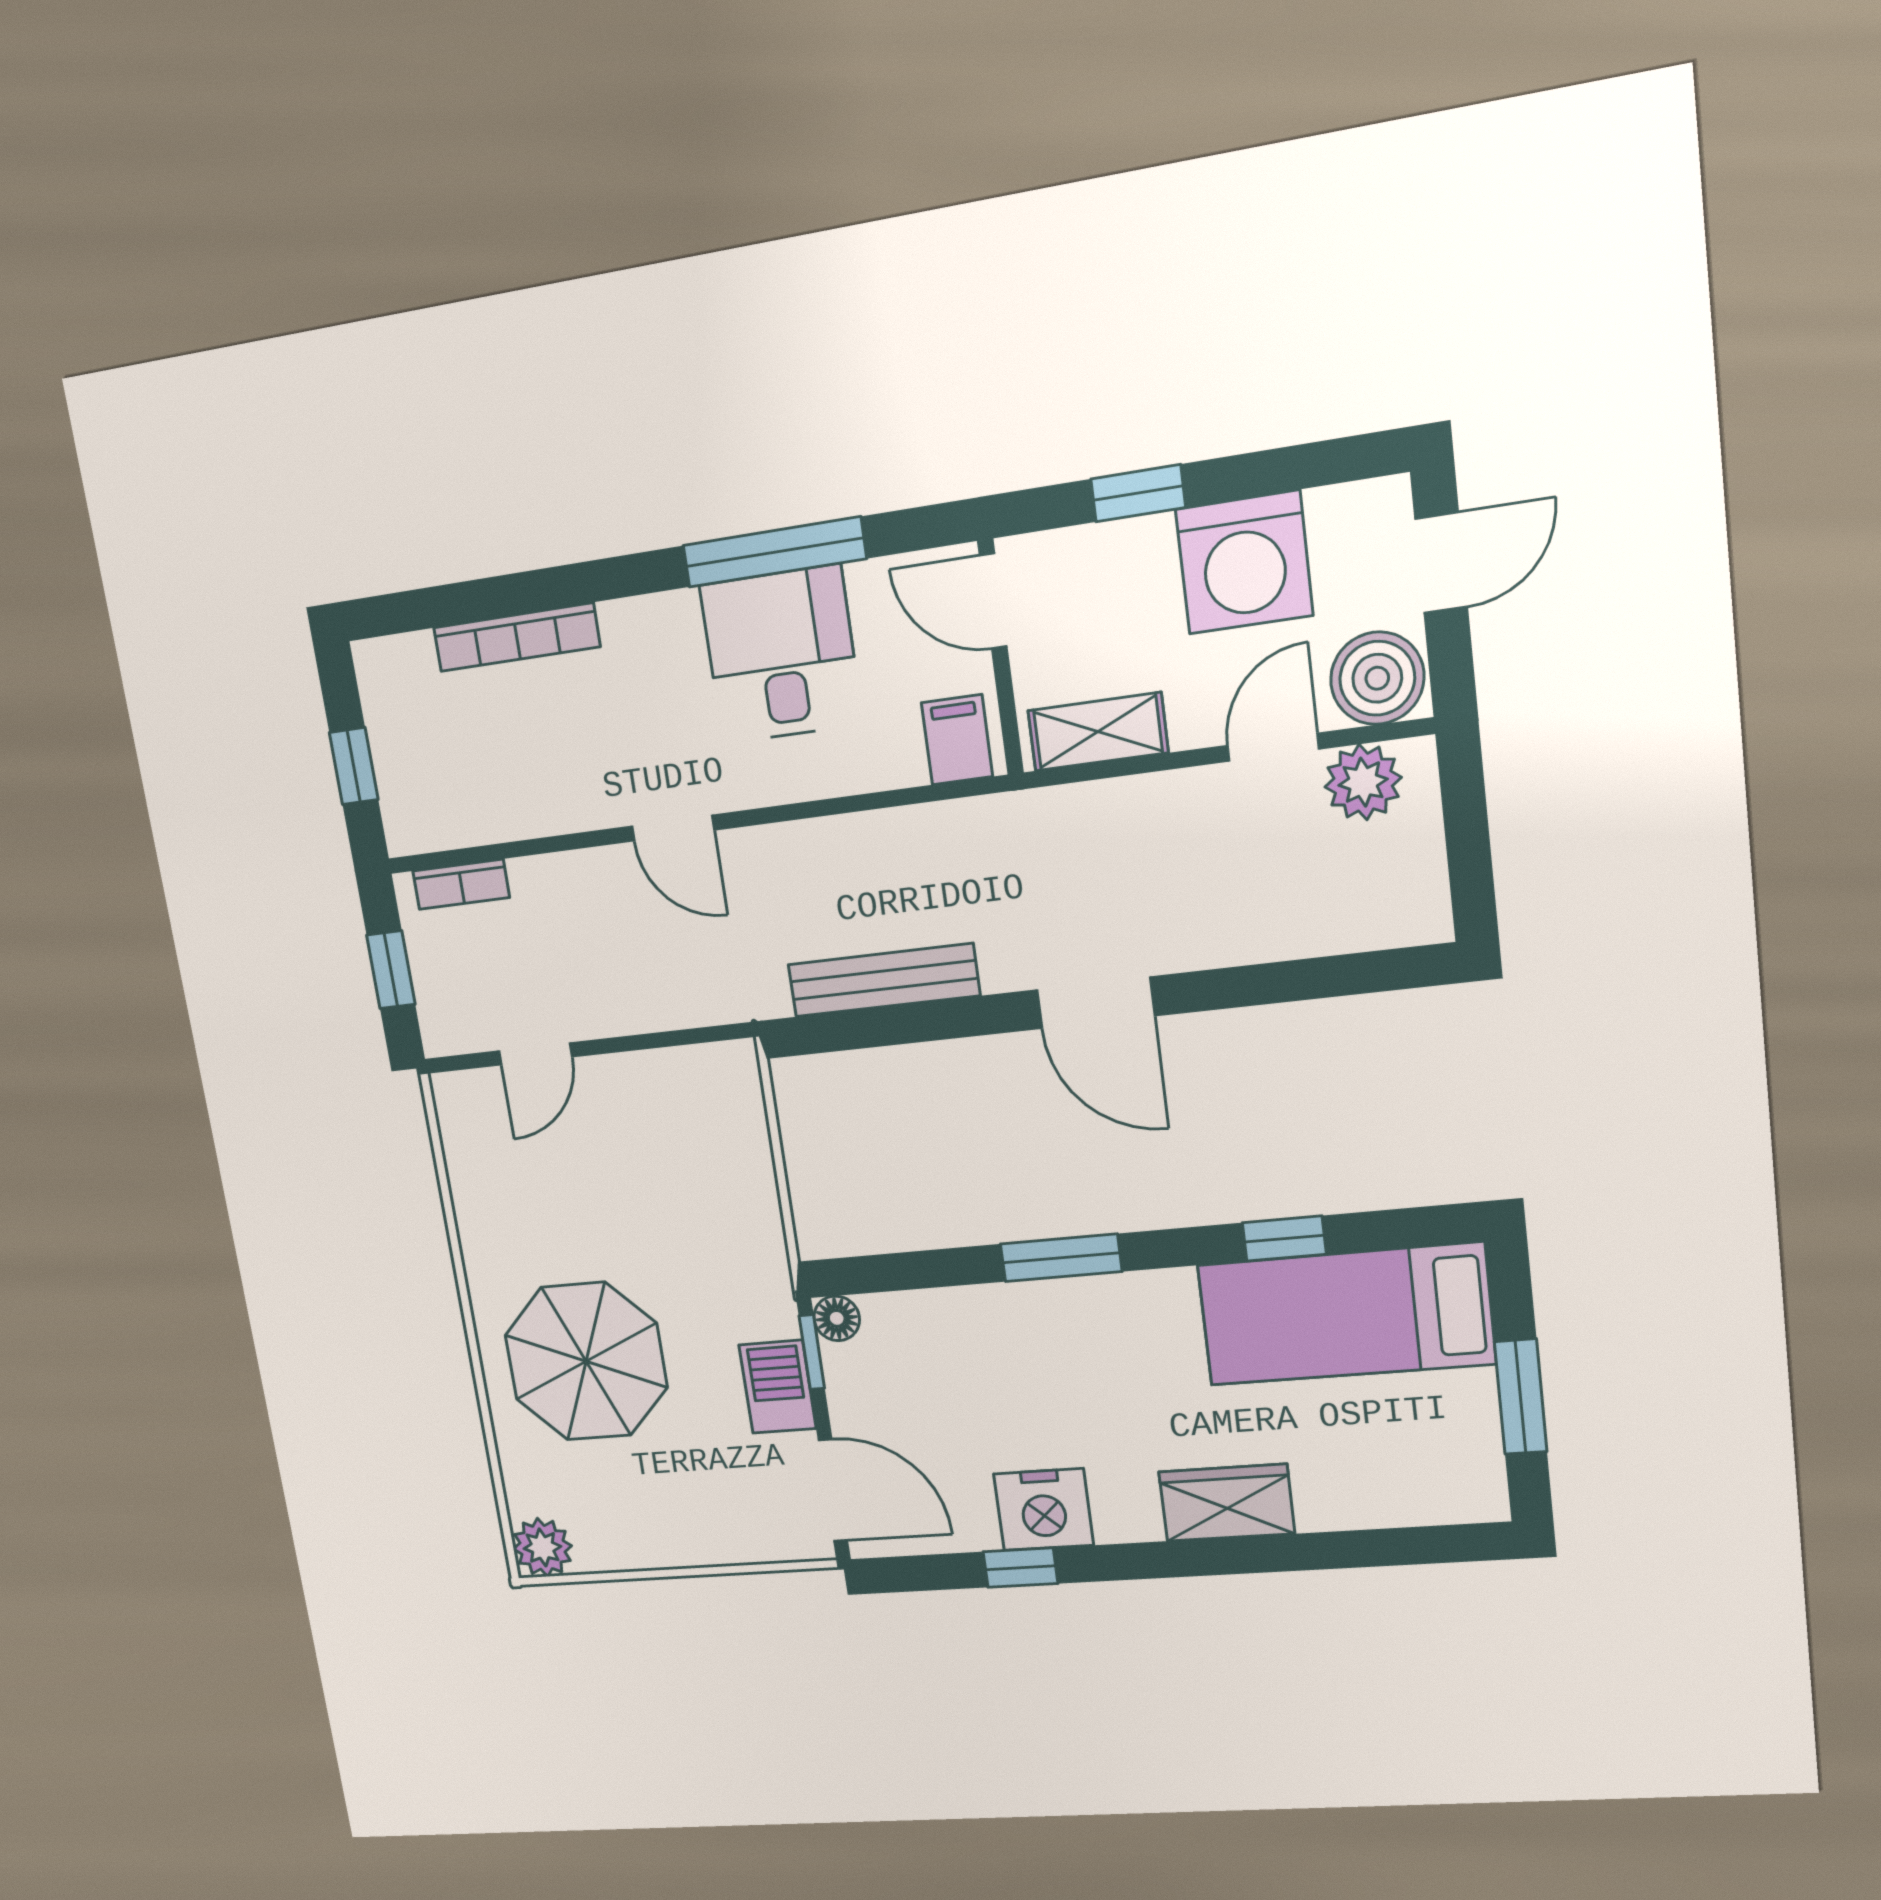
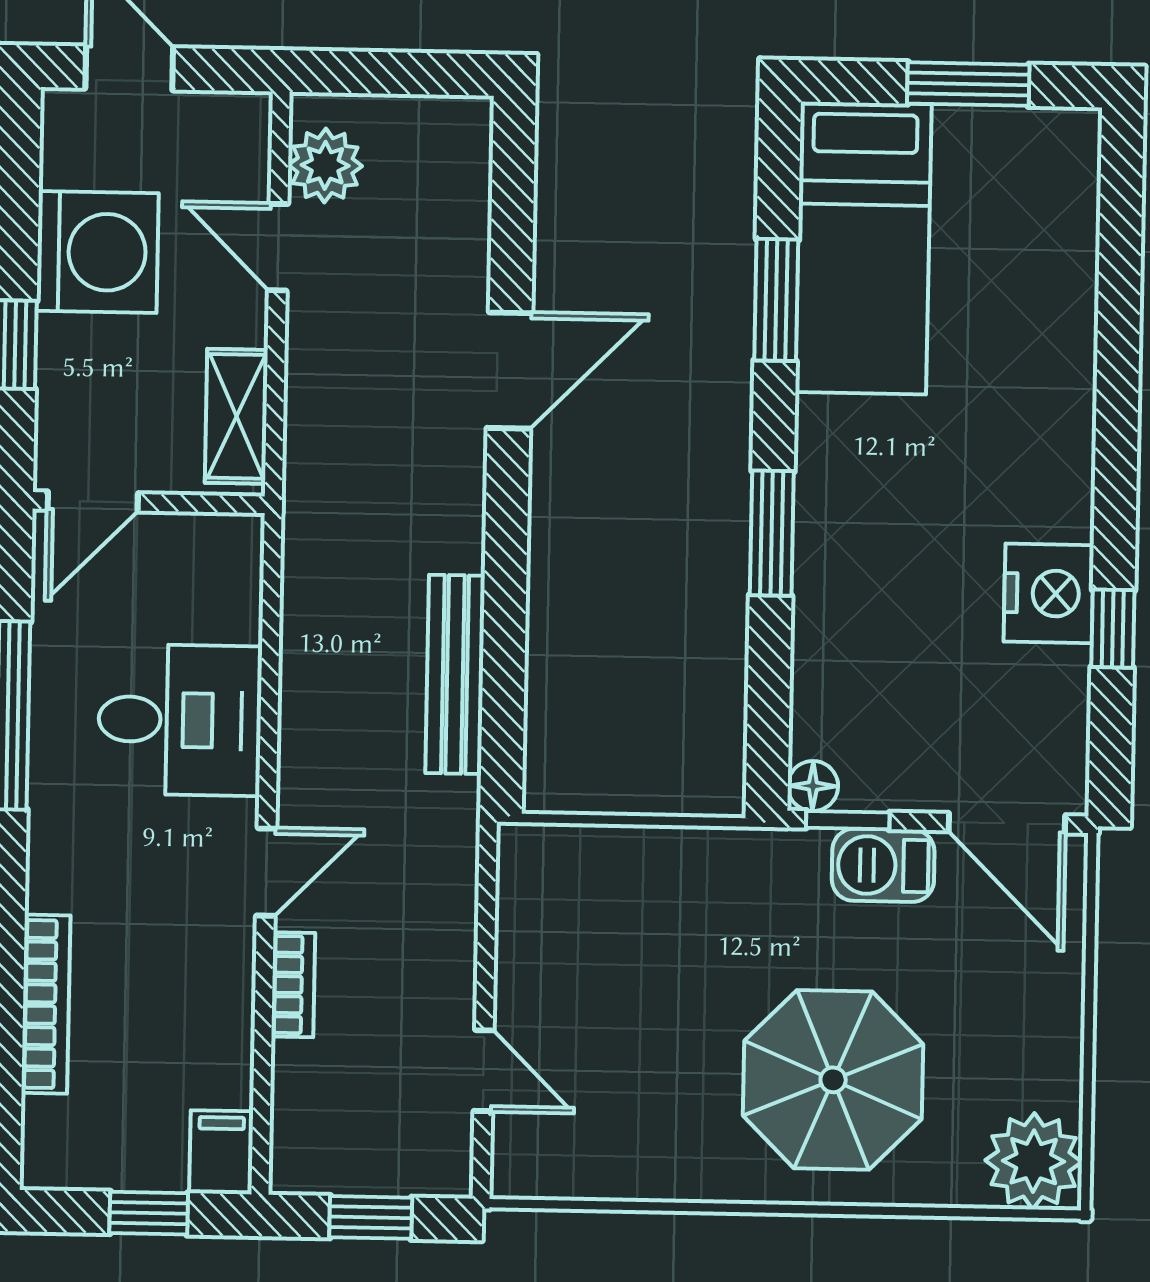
desk: (781, 655) -> (180, 720), moved, turned 180
boiler: (1377, 678) -> (228, 140), removed
filing cabinet: (957, 740) -> (221, 1152), moved, turned 90
bookcase: (461, 884) -> (293, 985), moved
door: (1096, 1003) -> (509, 370), moved
window: (1284, 1238) -> (776, 300), width x1.50
door: (833, 1490) -> (1007, 823), swing flipped
wardrobe: (1227, 1503) -> (1057, 397), removed
plant: (542, 1547) -> (1034, 1161), width x1.36, depth x1.36

